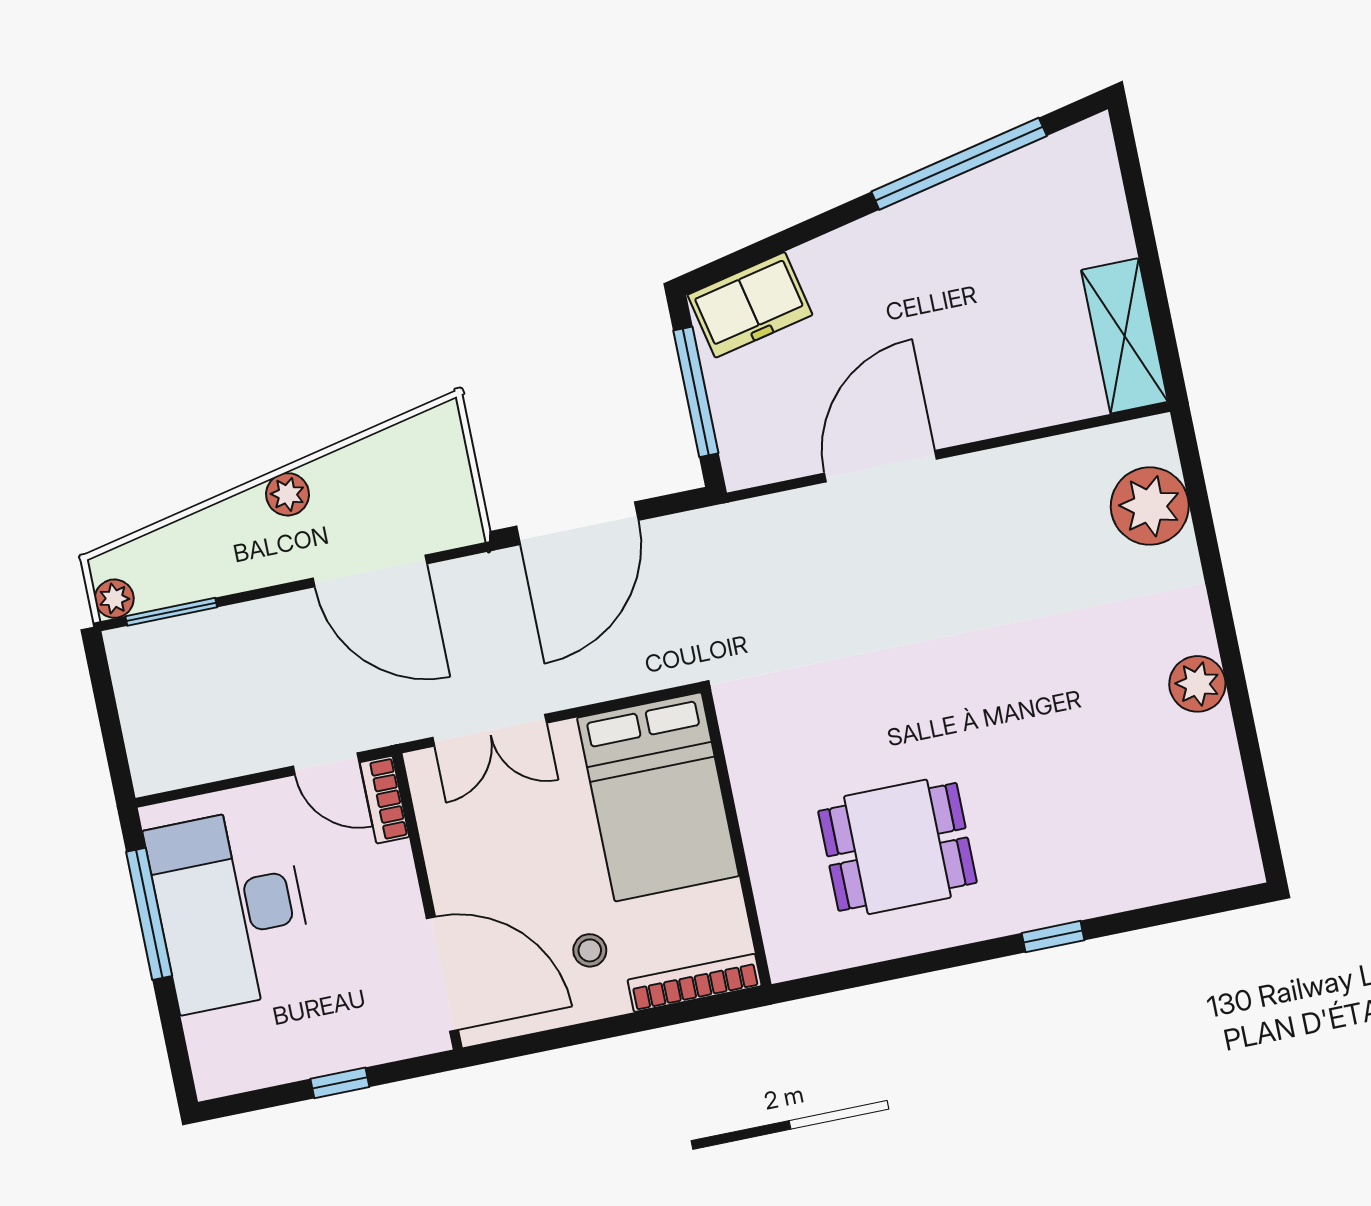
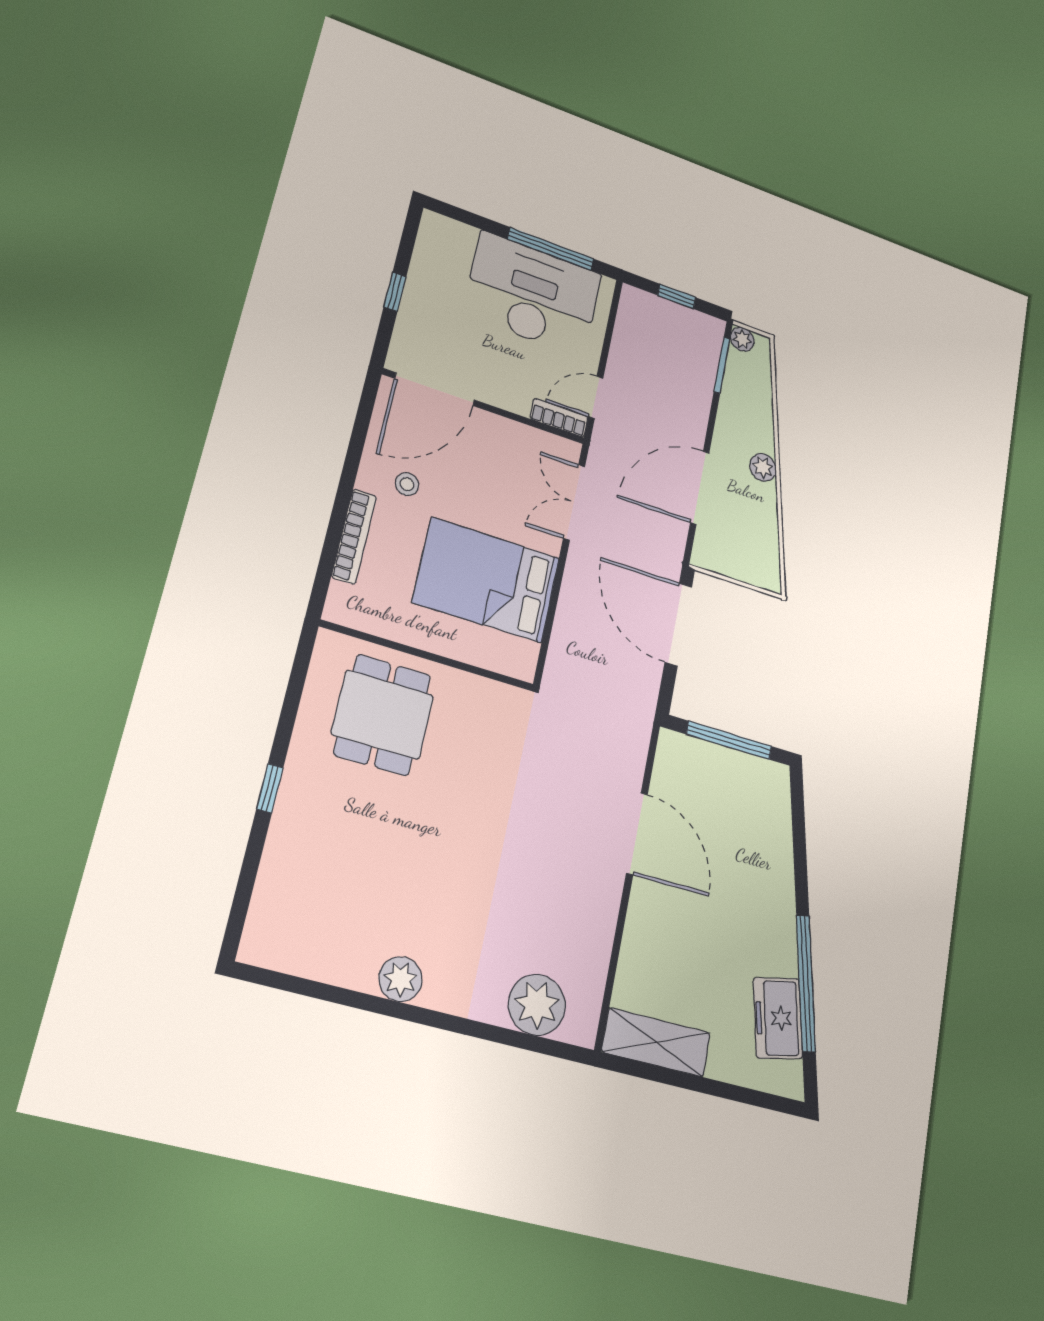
freezer: (750, 305) -> (778, 1018), moved
window: (108, 716) -> (677, 296), added
wall: (736, 838) -> (428, 656), moved

